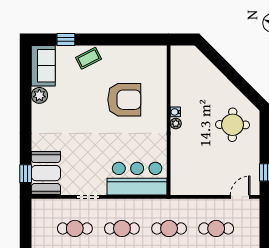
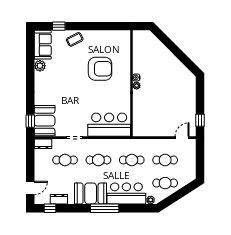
round table: (233, 125) -> (177, 87), removed
dresser: (44, 206) -> (43, 144), added

